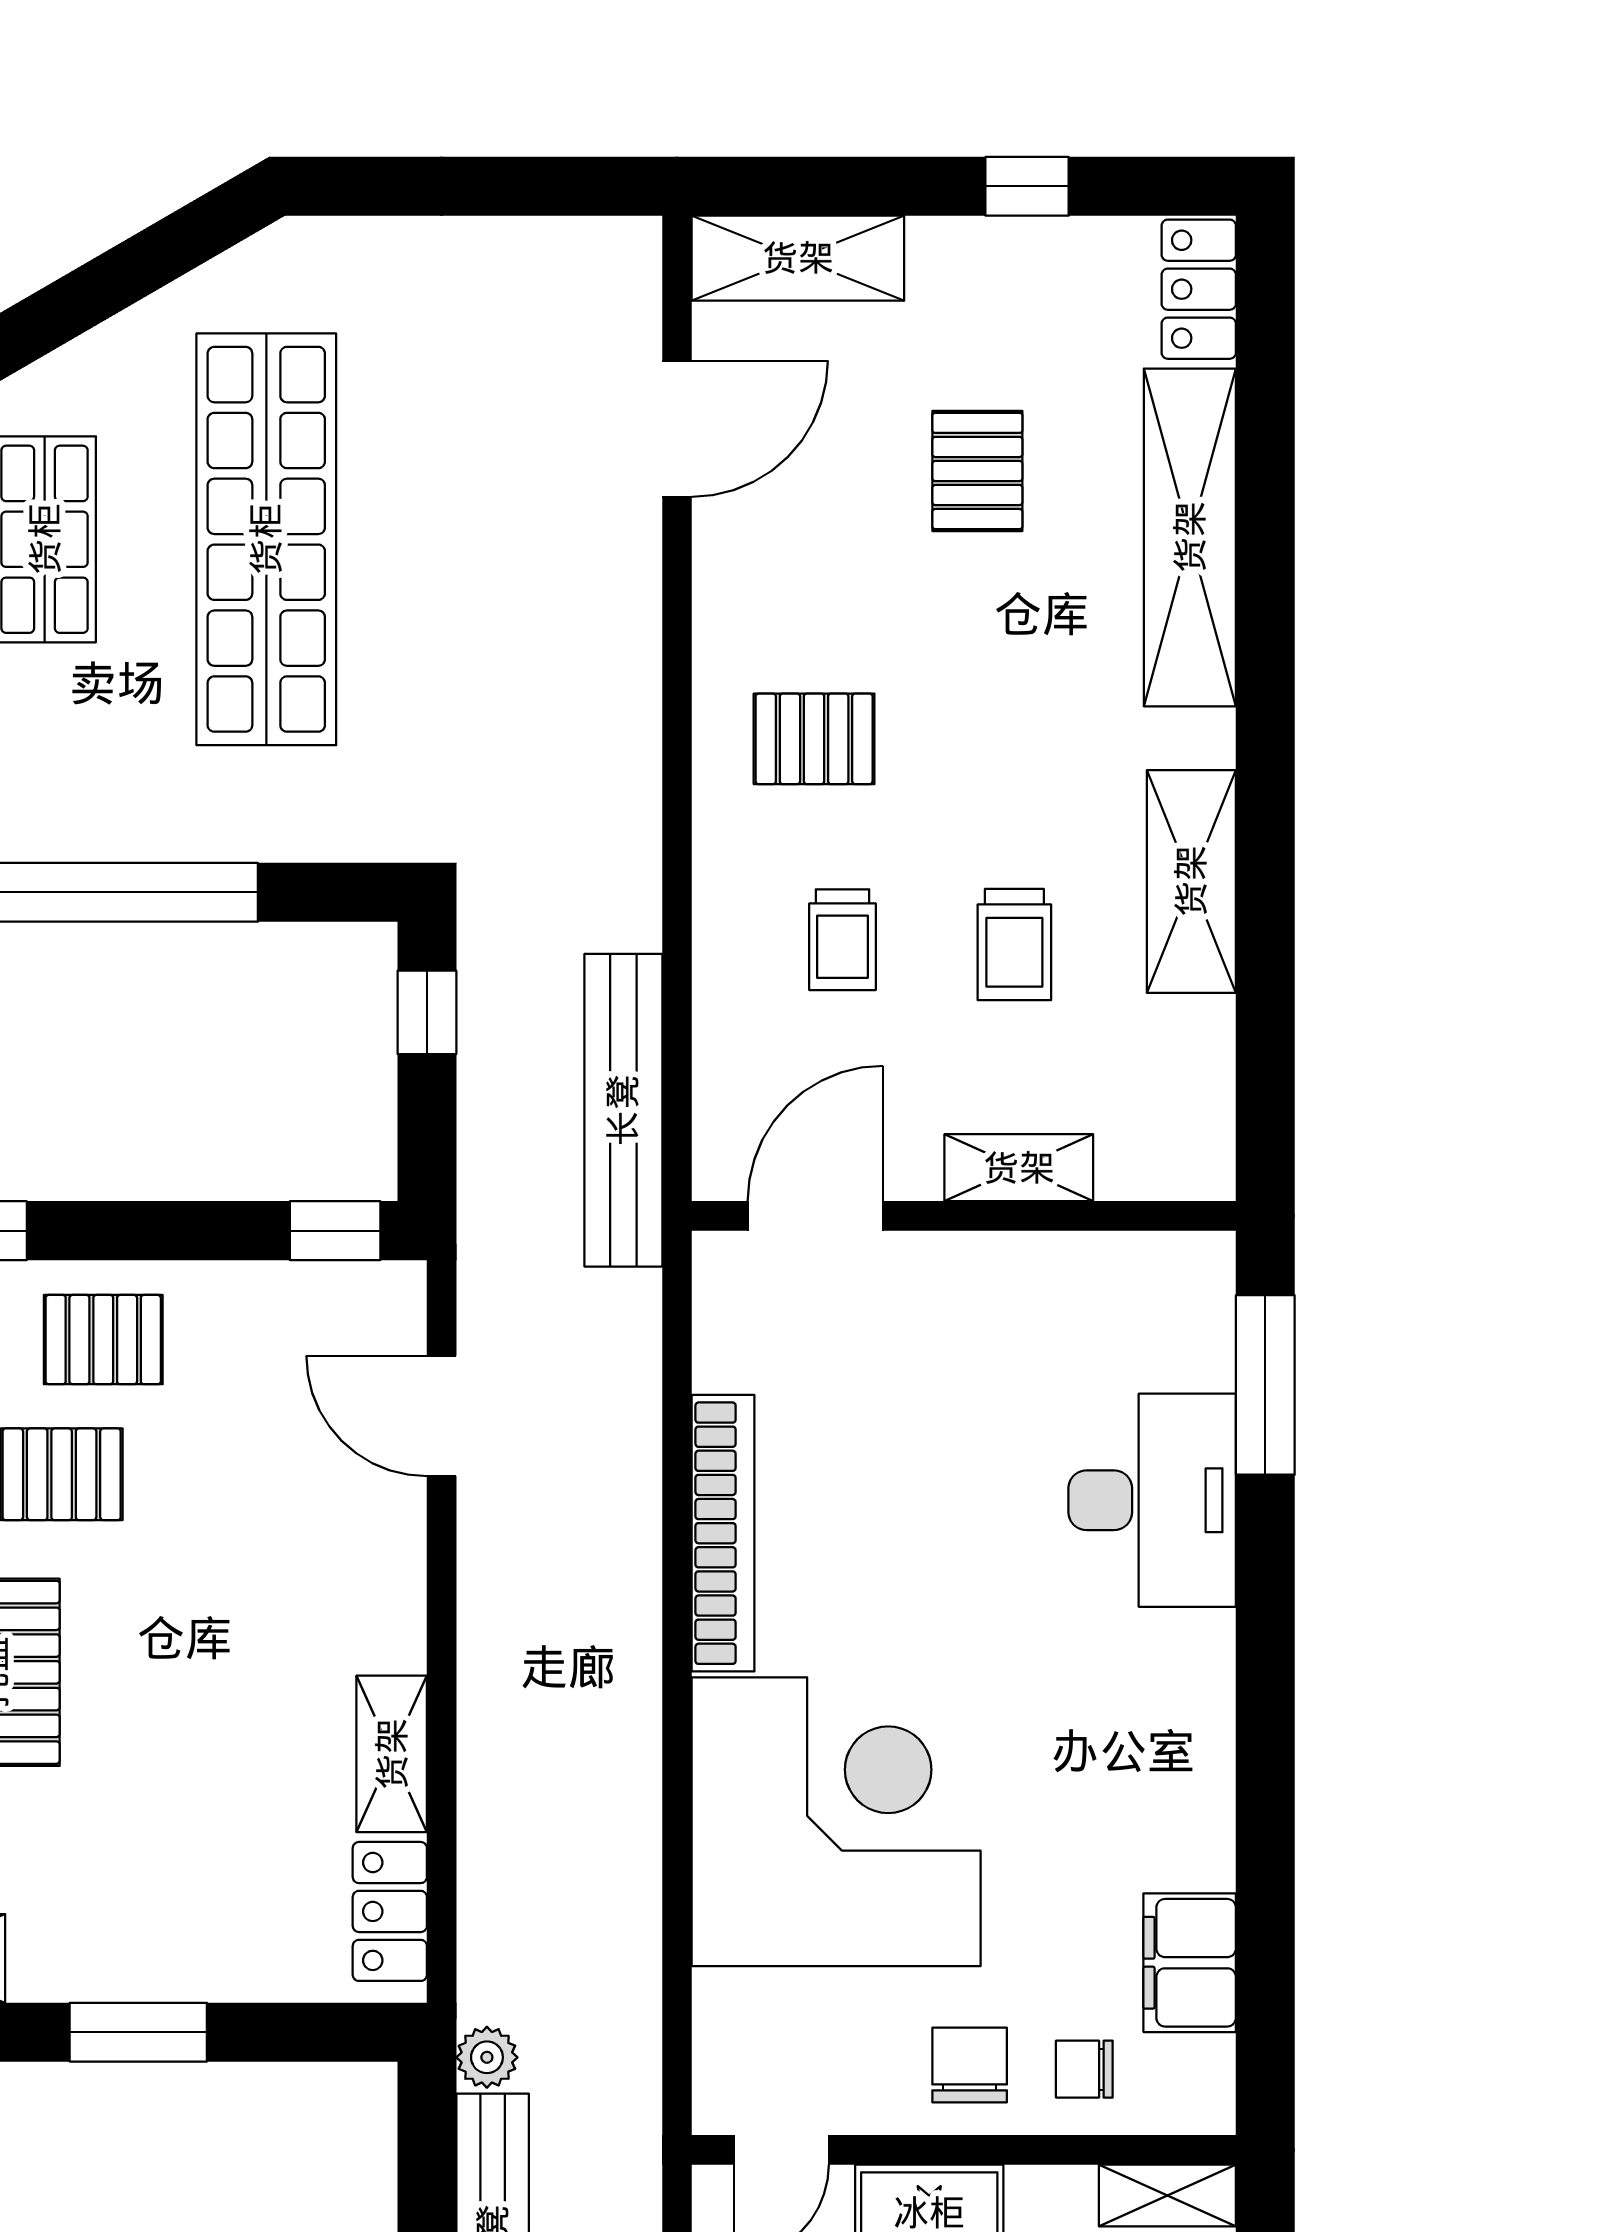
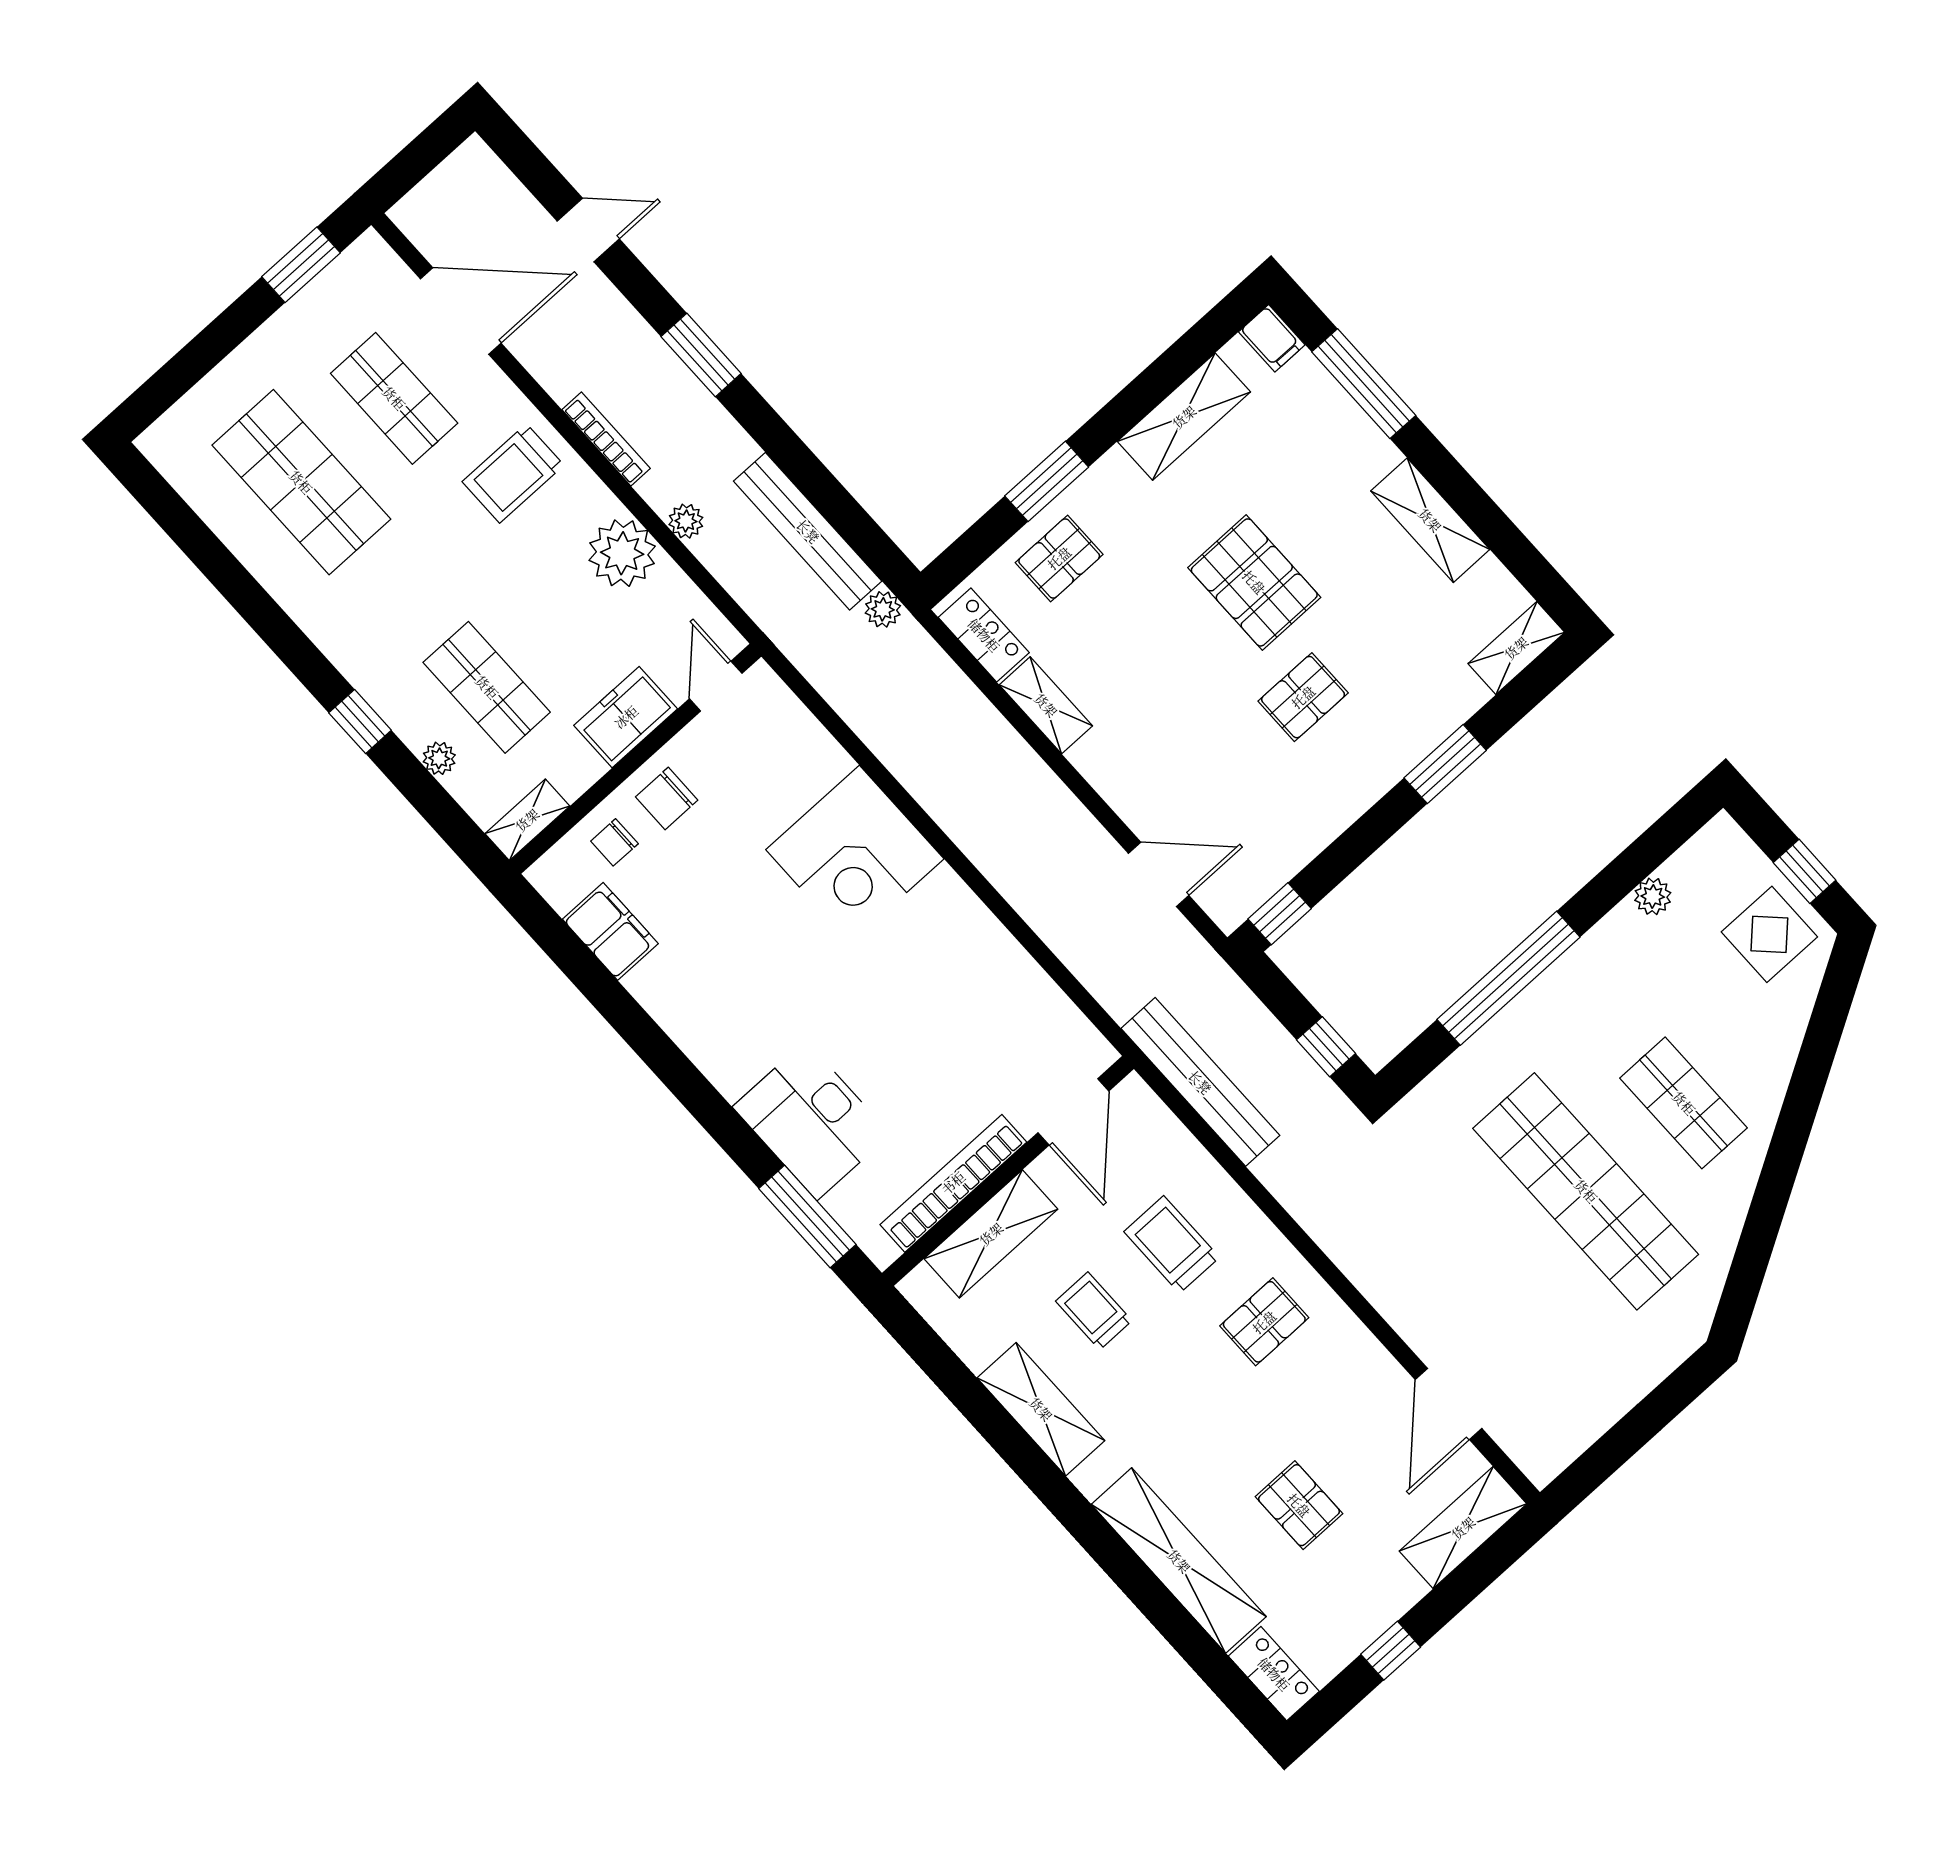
trolley: (843, 940) -> (1172, 1245), width x1.36, depth x1.39
shelving: (1019, 1168) -> (991, 1234), width x1.50, depth x1.33
pallet: (103, 1340) -> (1059, 558), moved
bookcase: (723, 1533) -> (953, 1183), moved, turned 90
corner desk: (836, 1822) -> (855, 854), width x0.74, depth x0.74
chair: (970, 2065) -> (667, 798), turned 90
chair: (1084, 2069) -> (614, 842), turned 180

